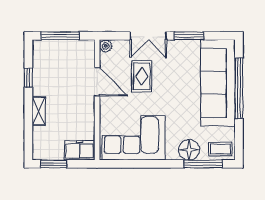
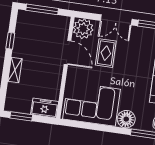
plant: (106, 46) -> (83, 29), width x1.88, depth x1.88
floor lamp: (189, 150) -> (126, 119), moved

